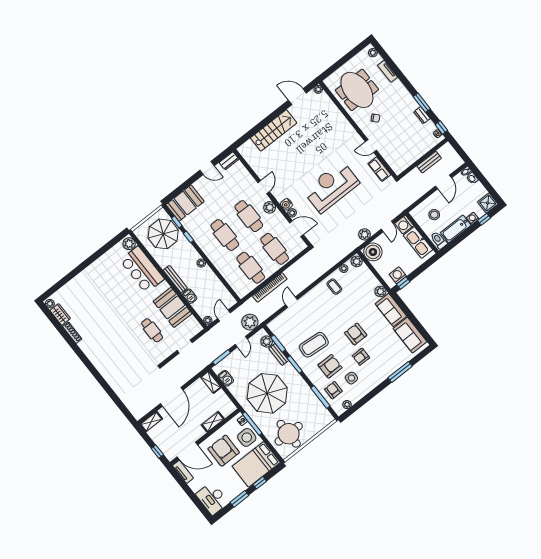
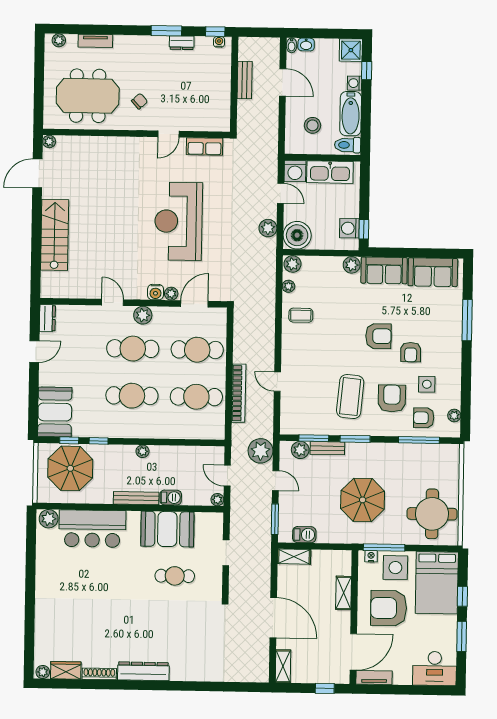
armchair: (356, 334) -> (378, 336), turned 180
dresser: (91, 354) -> (143, 671), added
parasol: (267, 393) -> (363, 500), width x0.73, depth x0.73

